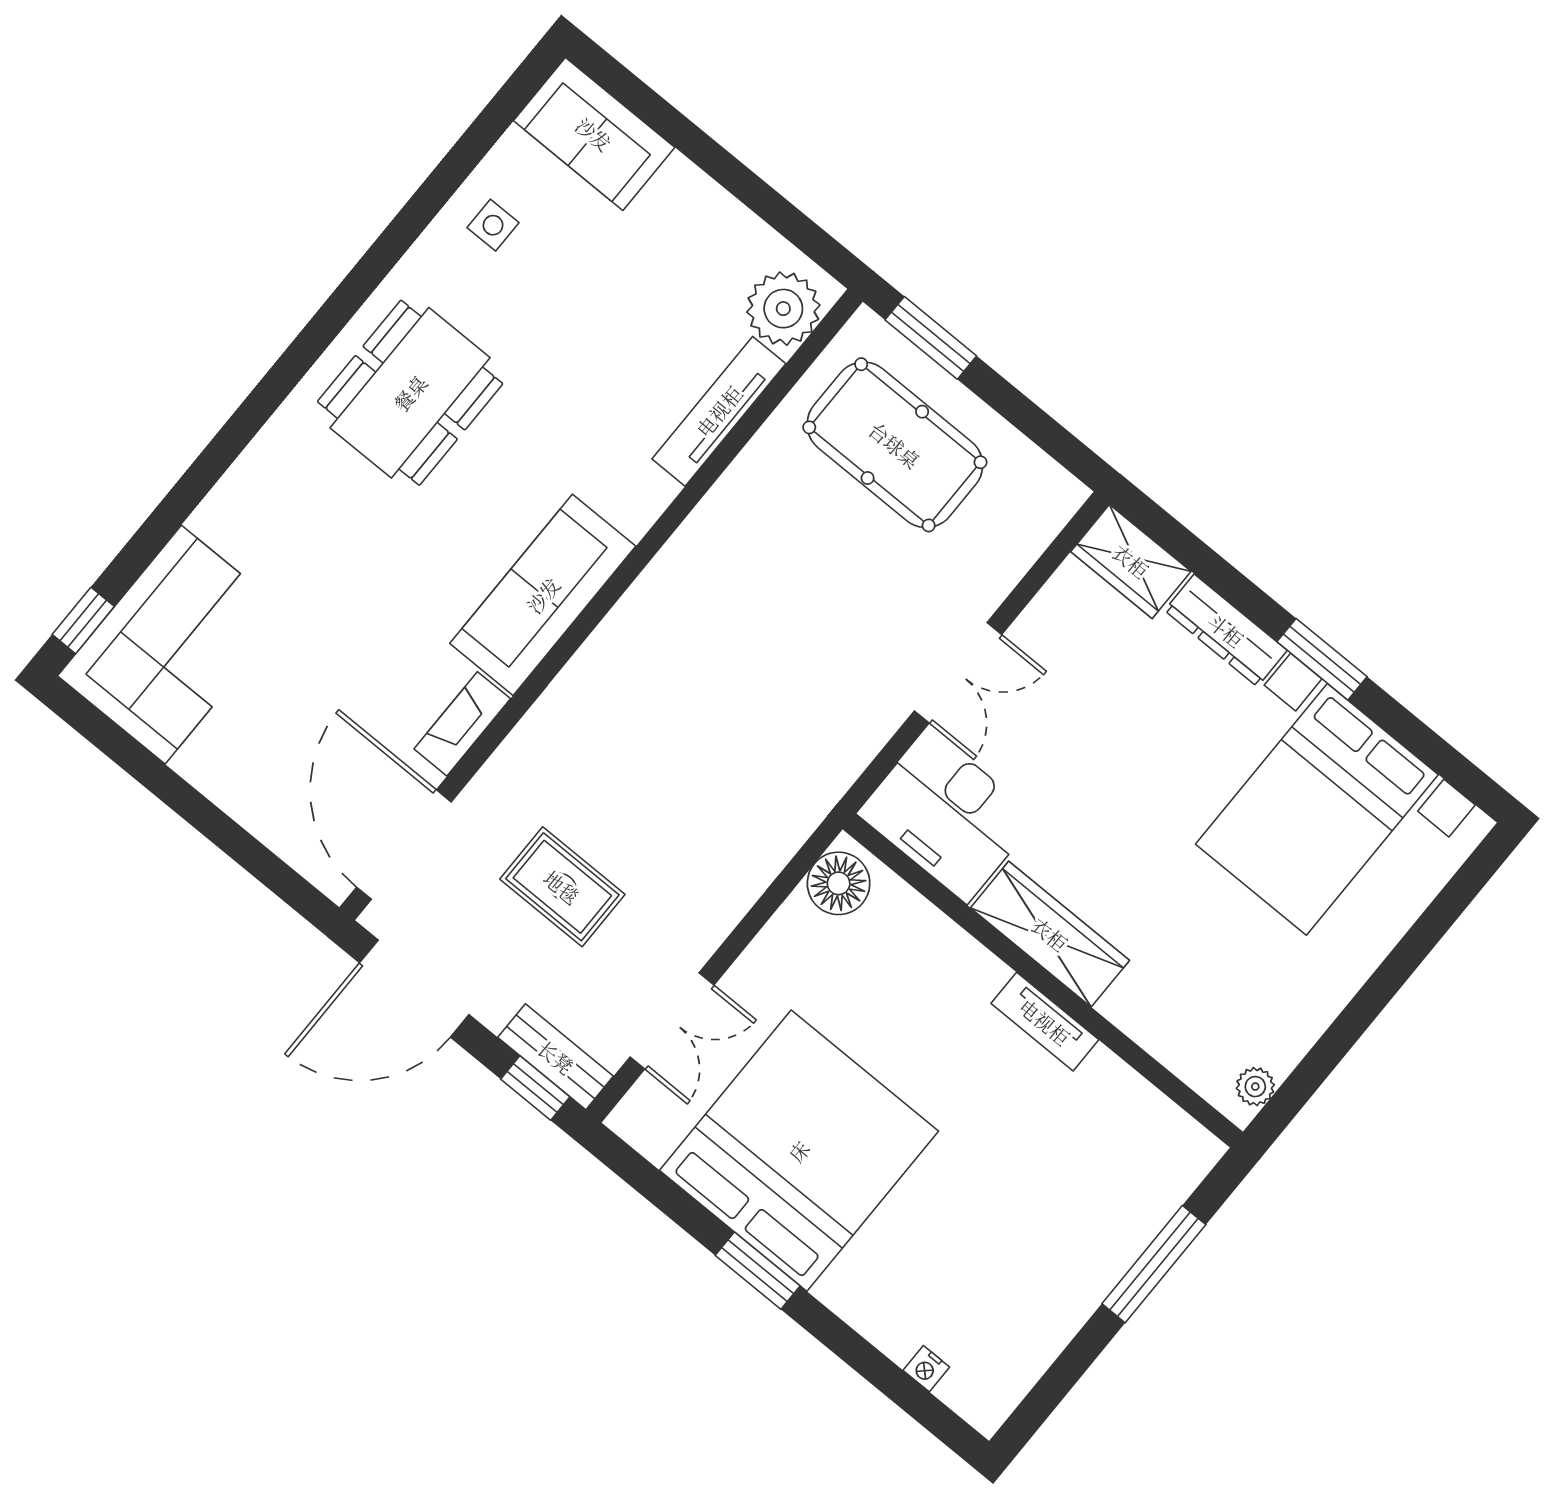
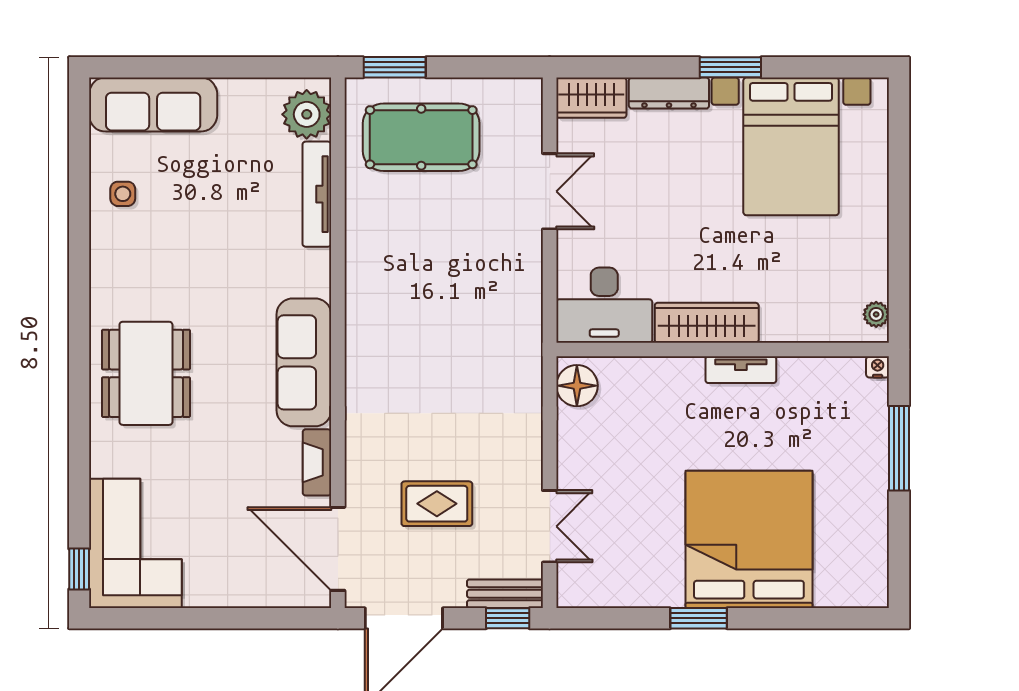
sofa: (594, 134) -> (153, 105), width x1.36
dining table: (410, 393) -> (146, 373), moved
double door: (958, 673) -> (550, 191), moved
bed: (799, 1151) -> (749, 539), moved
nightstand: (926, 1369) -> (878, 367), moved, turned 180

